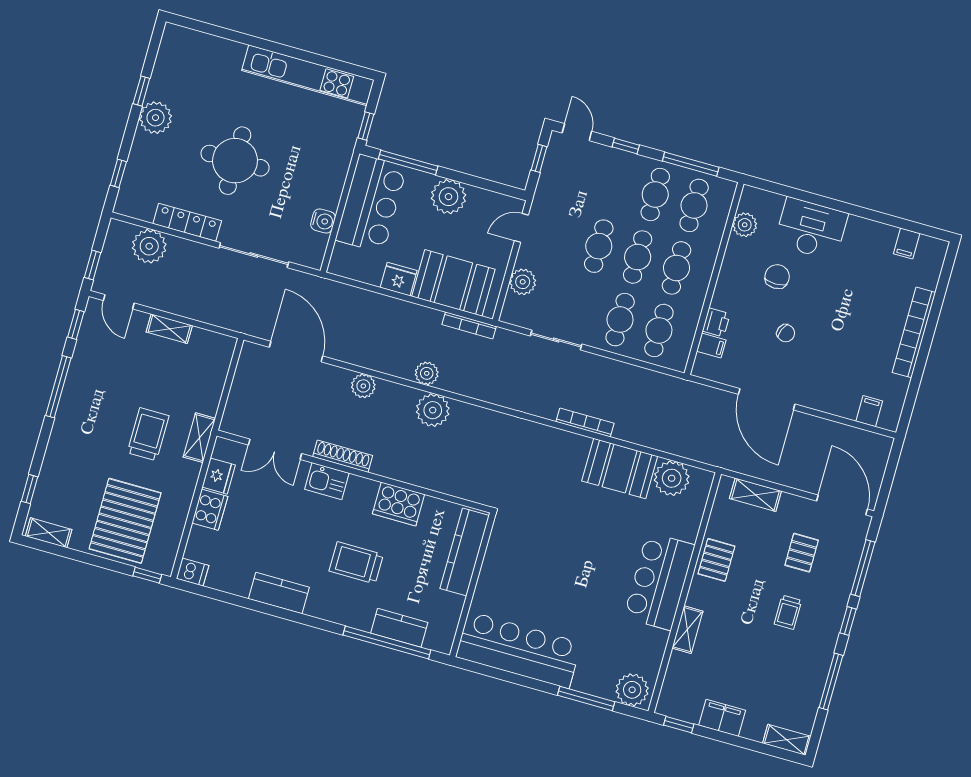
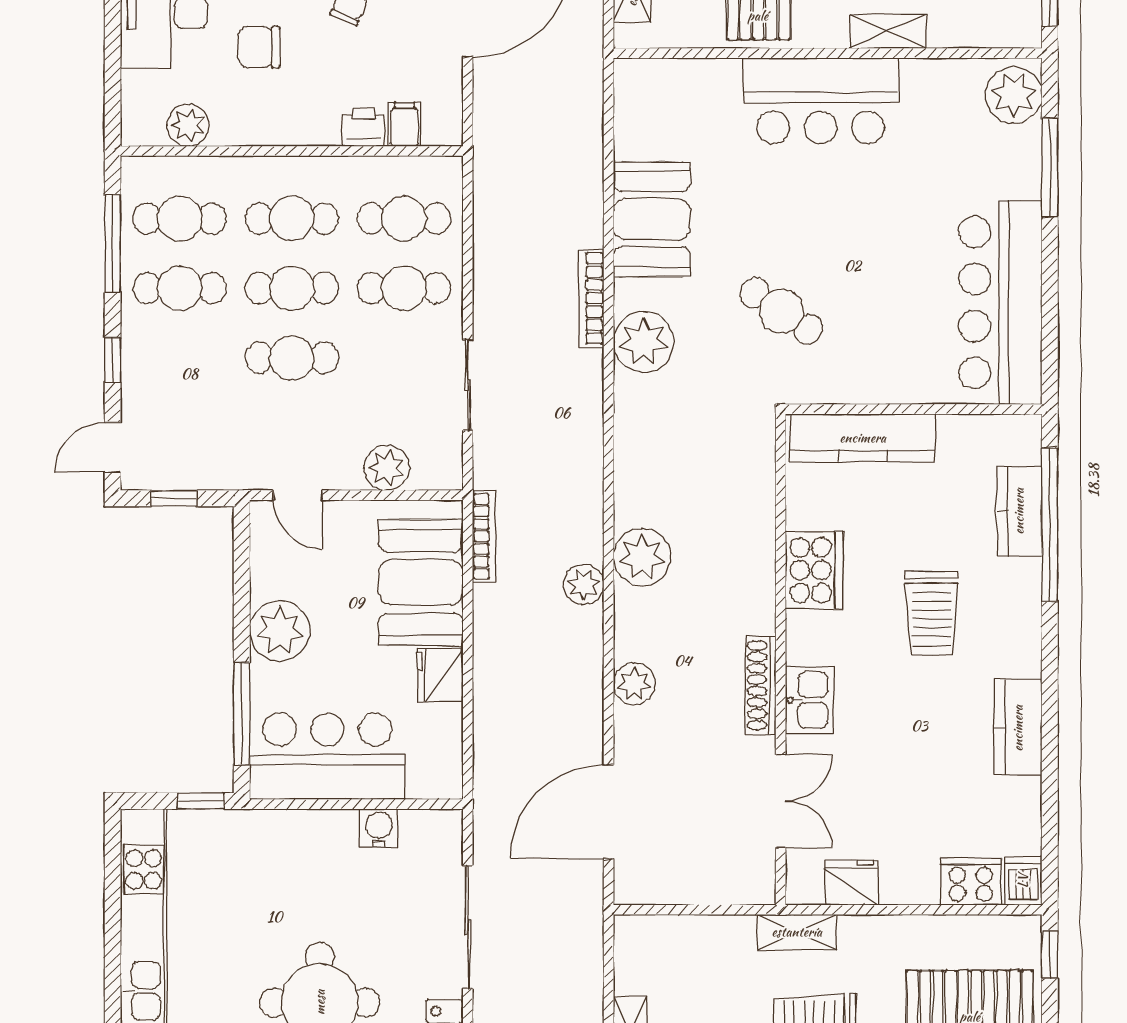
plant: (672, 478) -> (644, 342), moved
cooker: (210, 510) -> (971, 881), moved
cafe table: (548, 526) -> (781, 311), added

